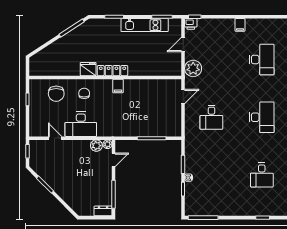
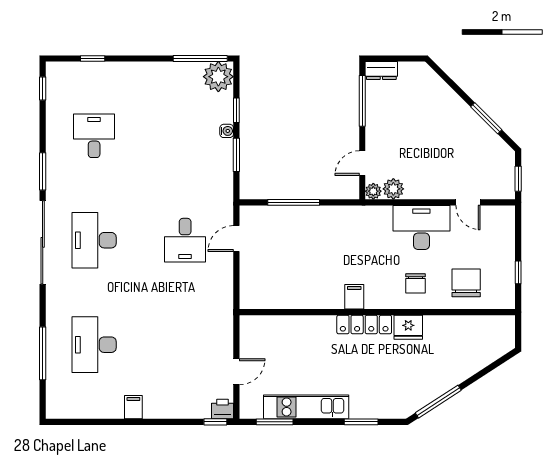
plant: (193, 68) -> (218, 77), moved
door: (183, 97) -> (236, 238), moved
desk: (211, 117) -> (185, 240), turned 180

